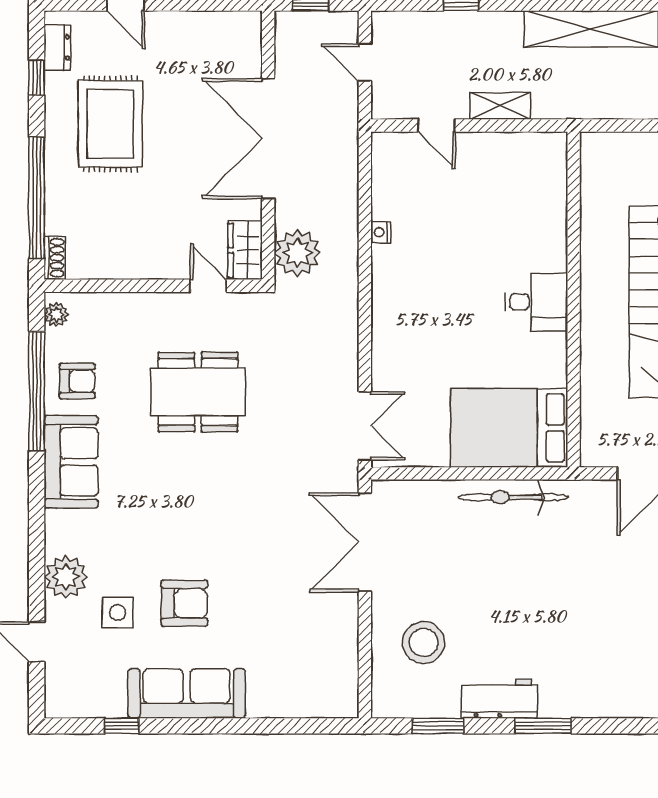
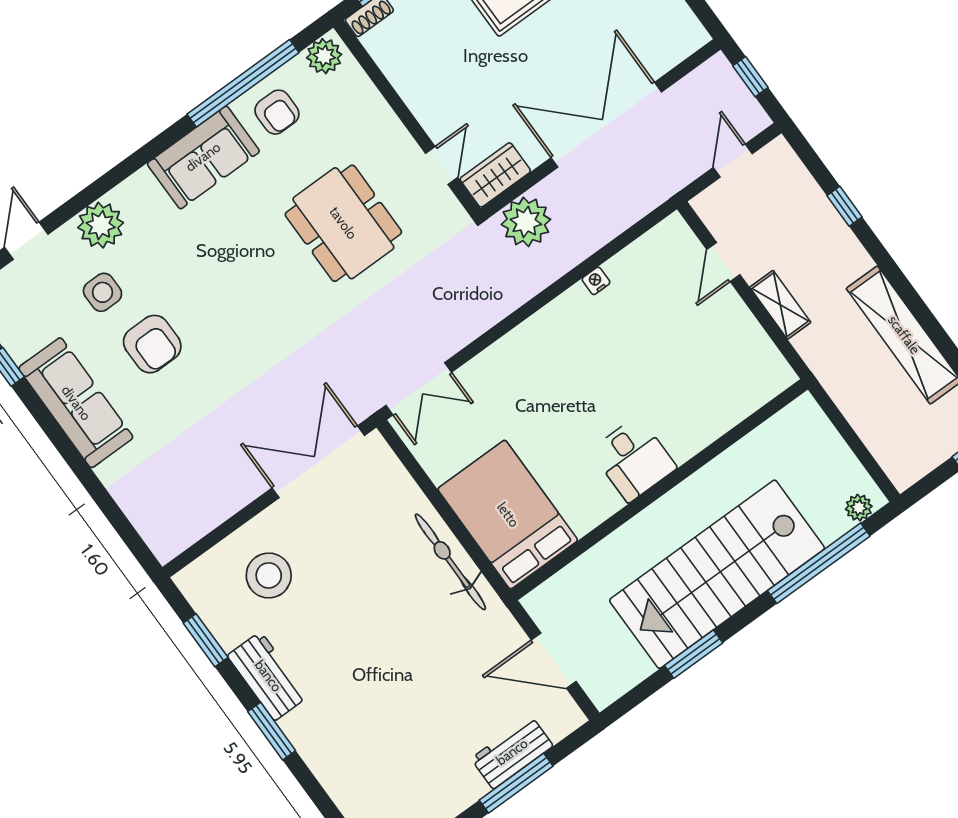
plant: (56, 315) -> (324, 56), width x1.38, depth x1.38

